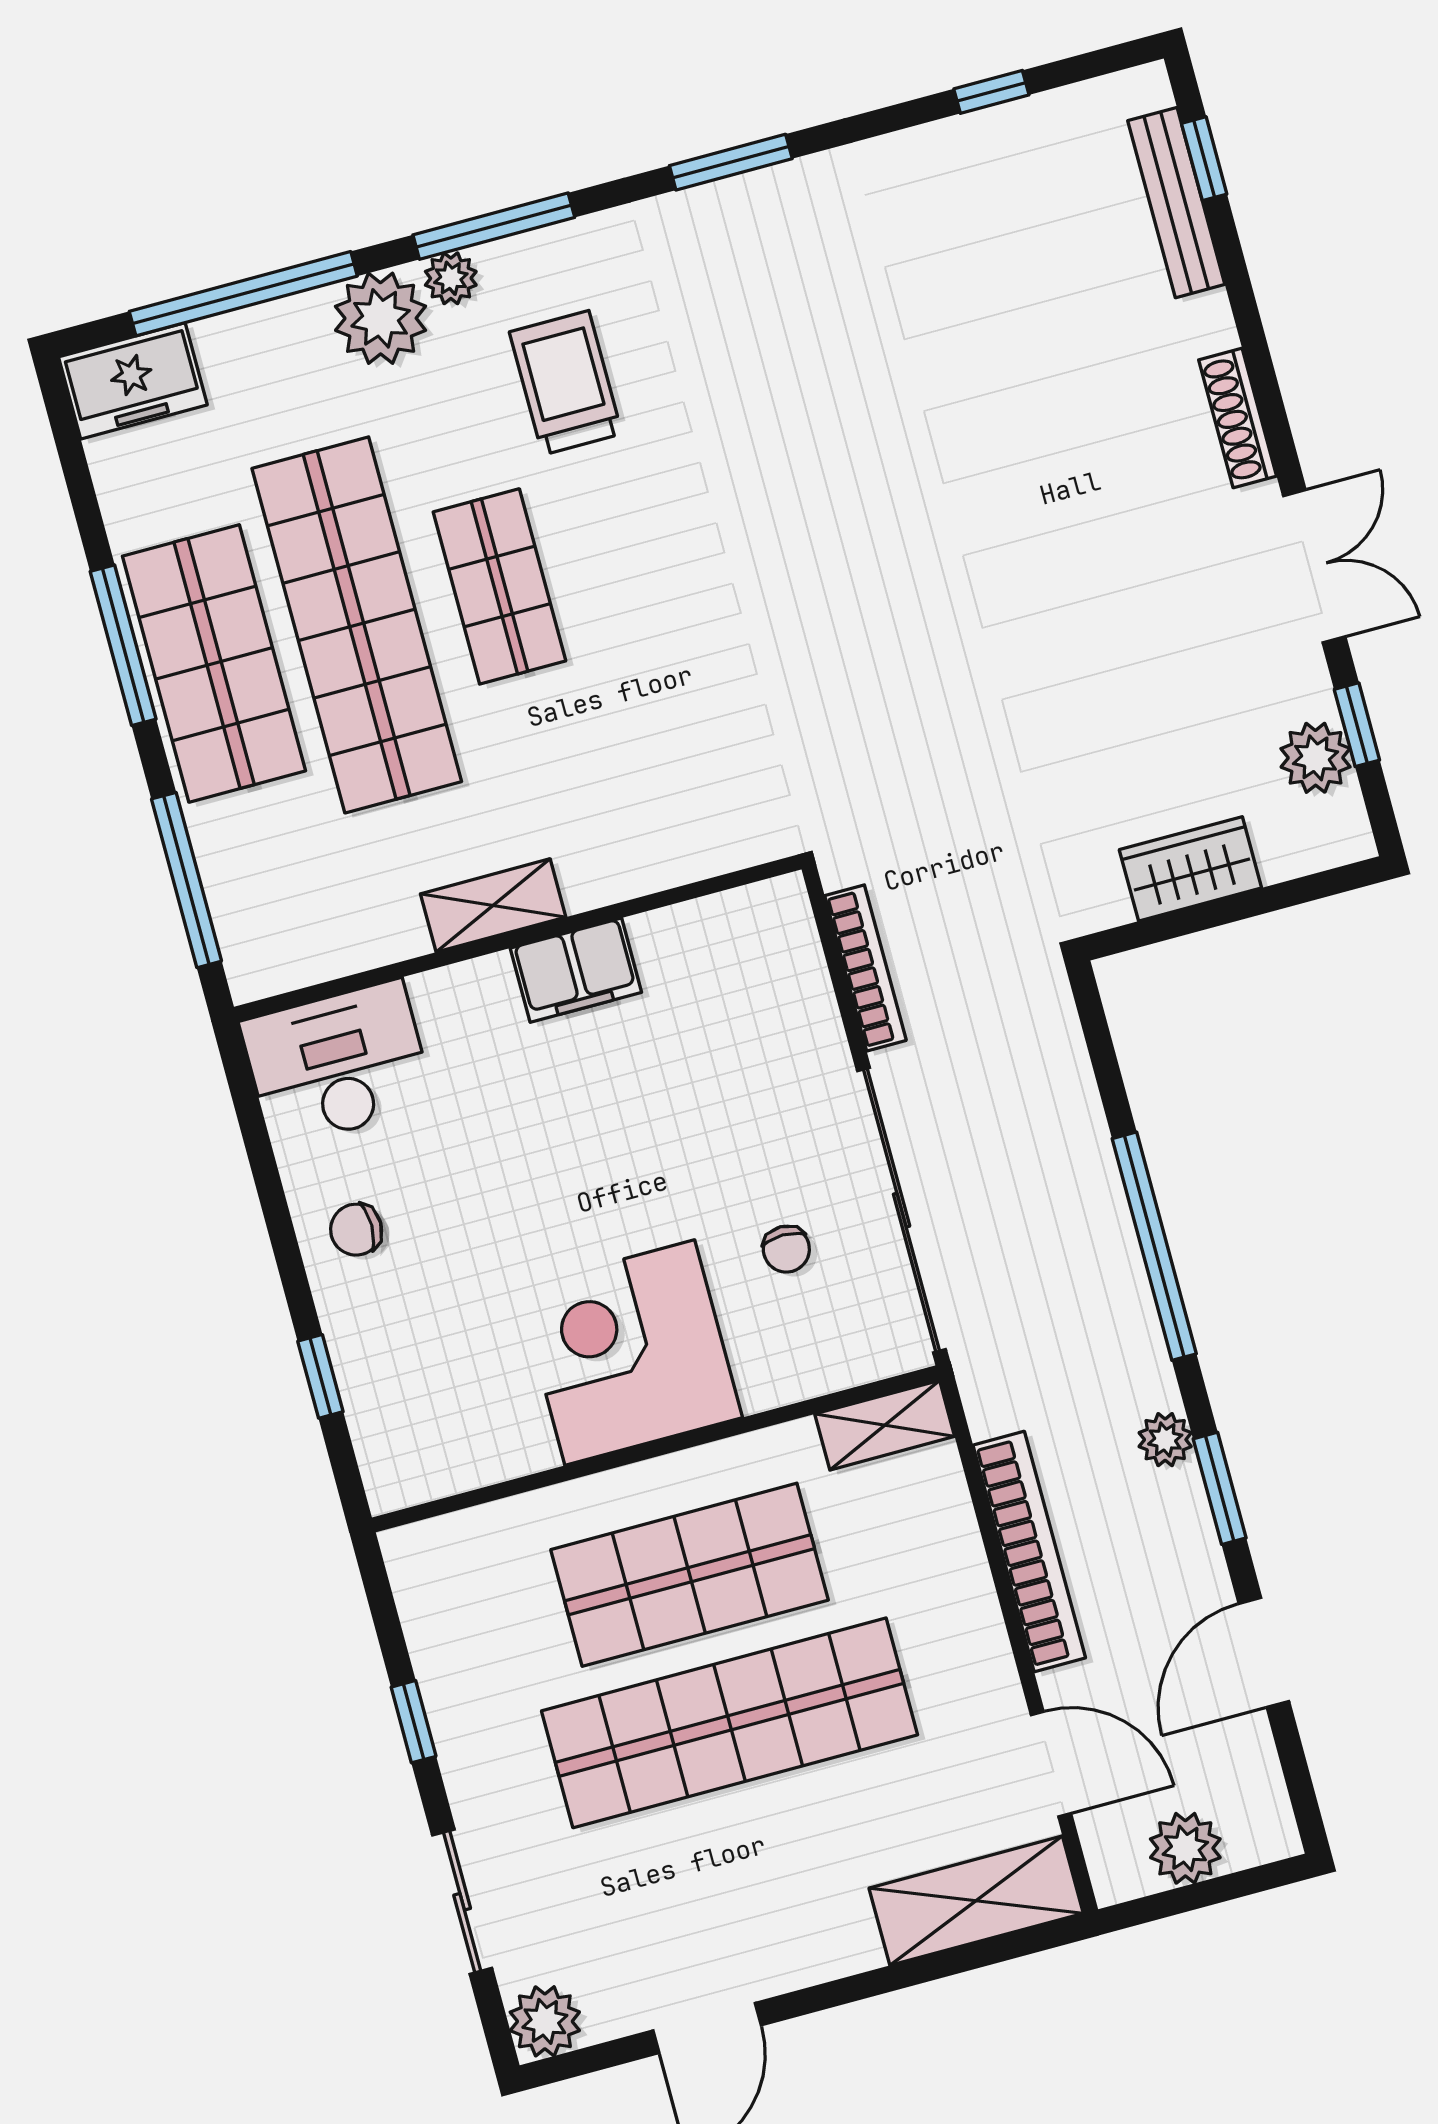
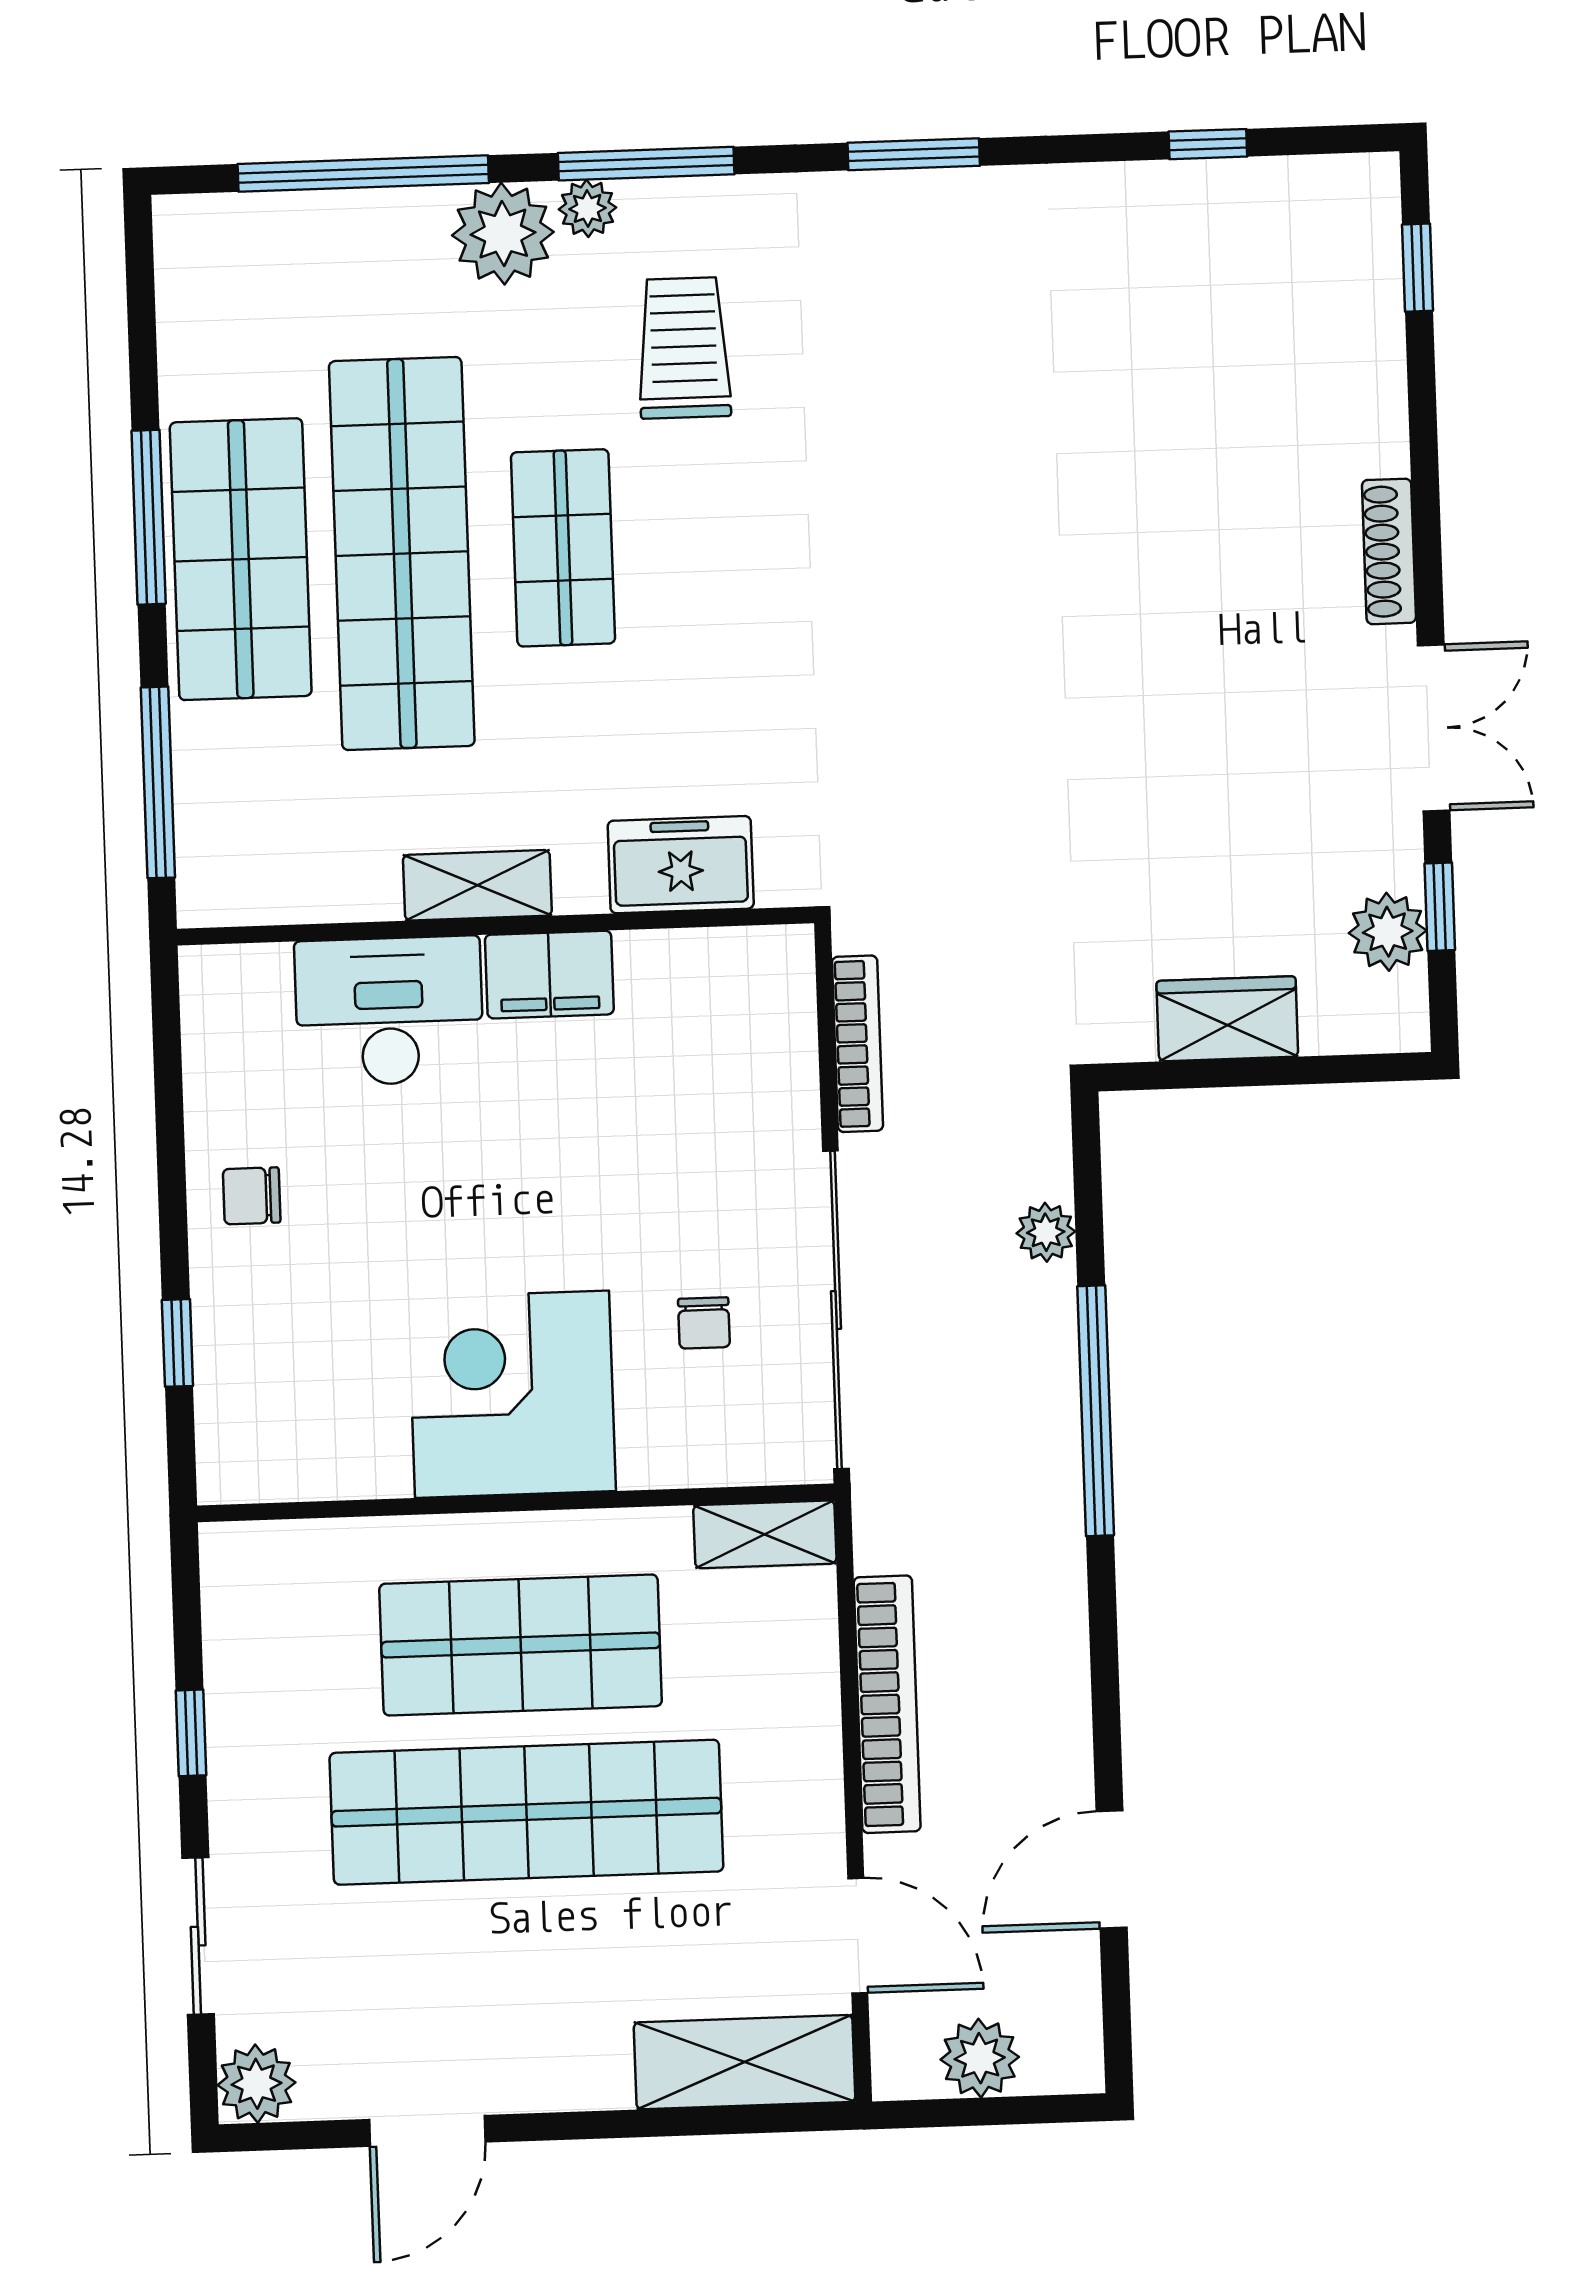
bench: (1176, 203) -> (1377, 307), removed
freezer: (133, 381) -> (681, 865), moved, turned 180
desk: (337, 1064) -> (389, 1011), moved
plant: (1165, 1440) -> (1046, 1232), moved
window: (1220, 1488) -> (1105, 1684), removed

